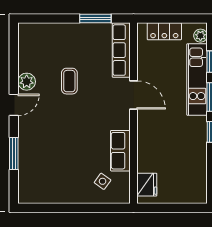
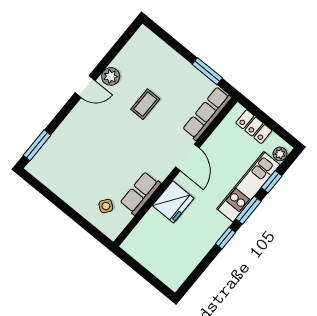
window: (14, 153) -> (37, 145), moved
fridge: (147, 185) -> (173, 202), moved, width x1.36, depth x1.34

